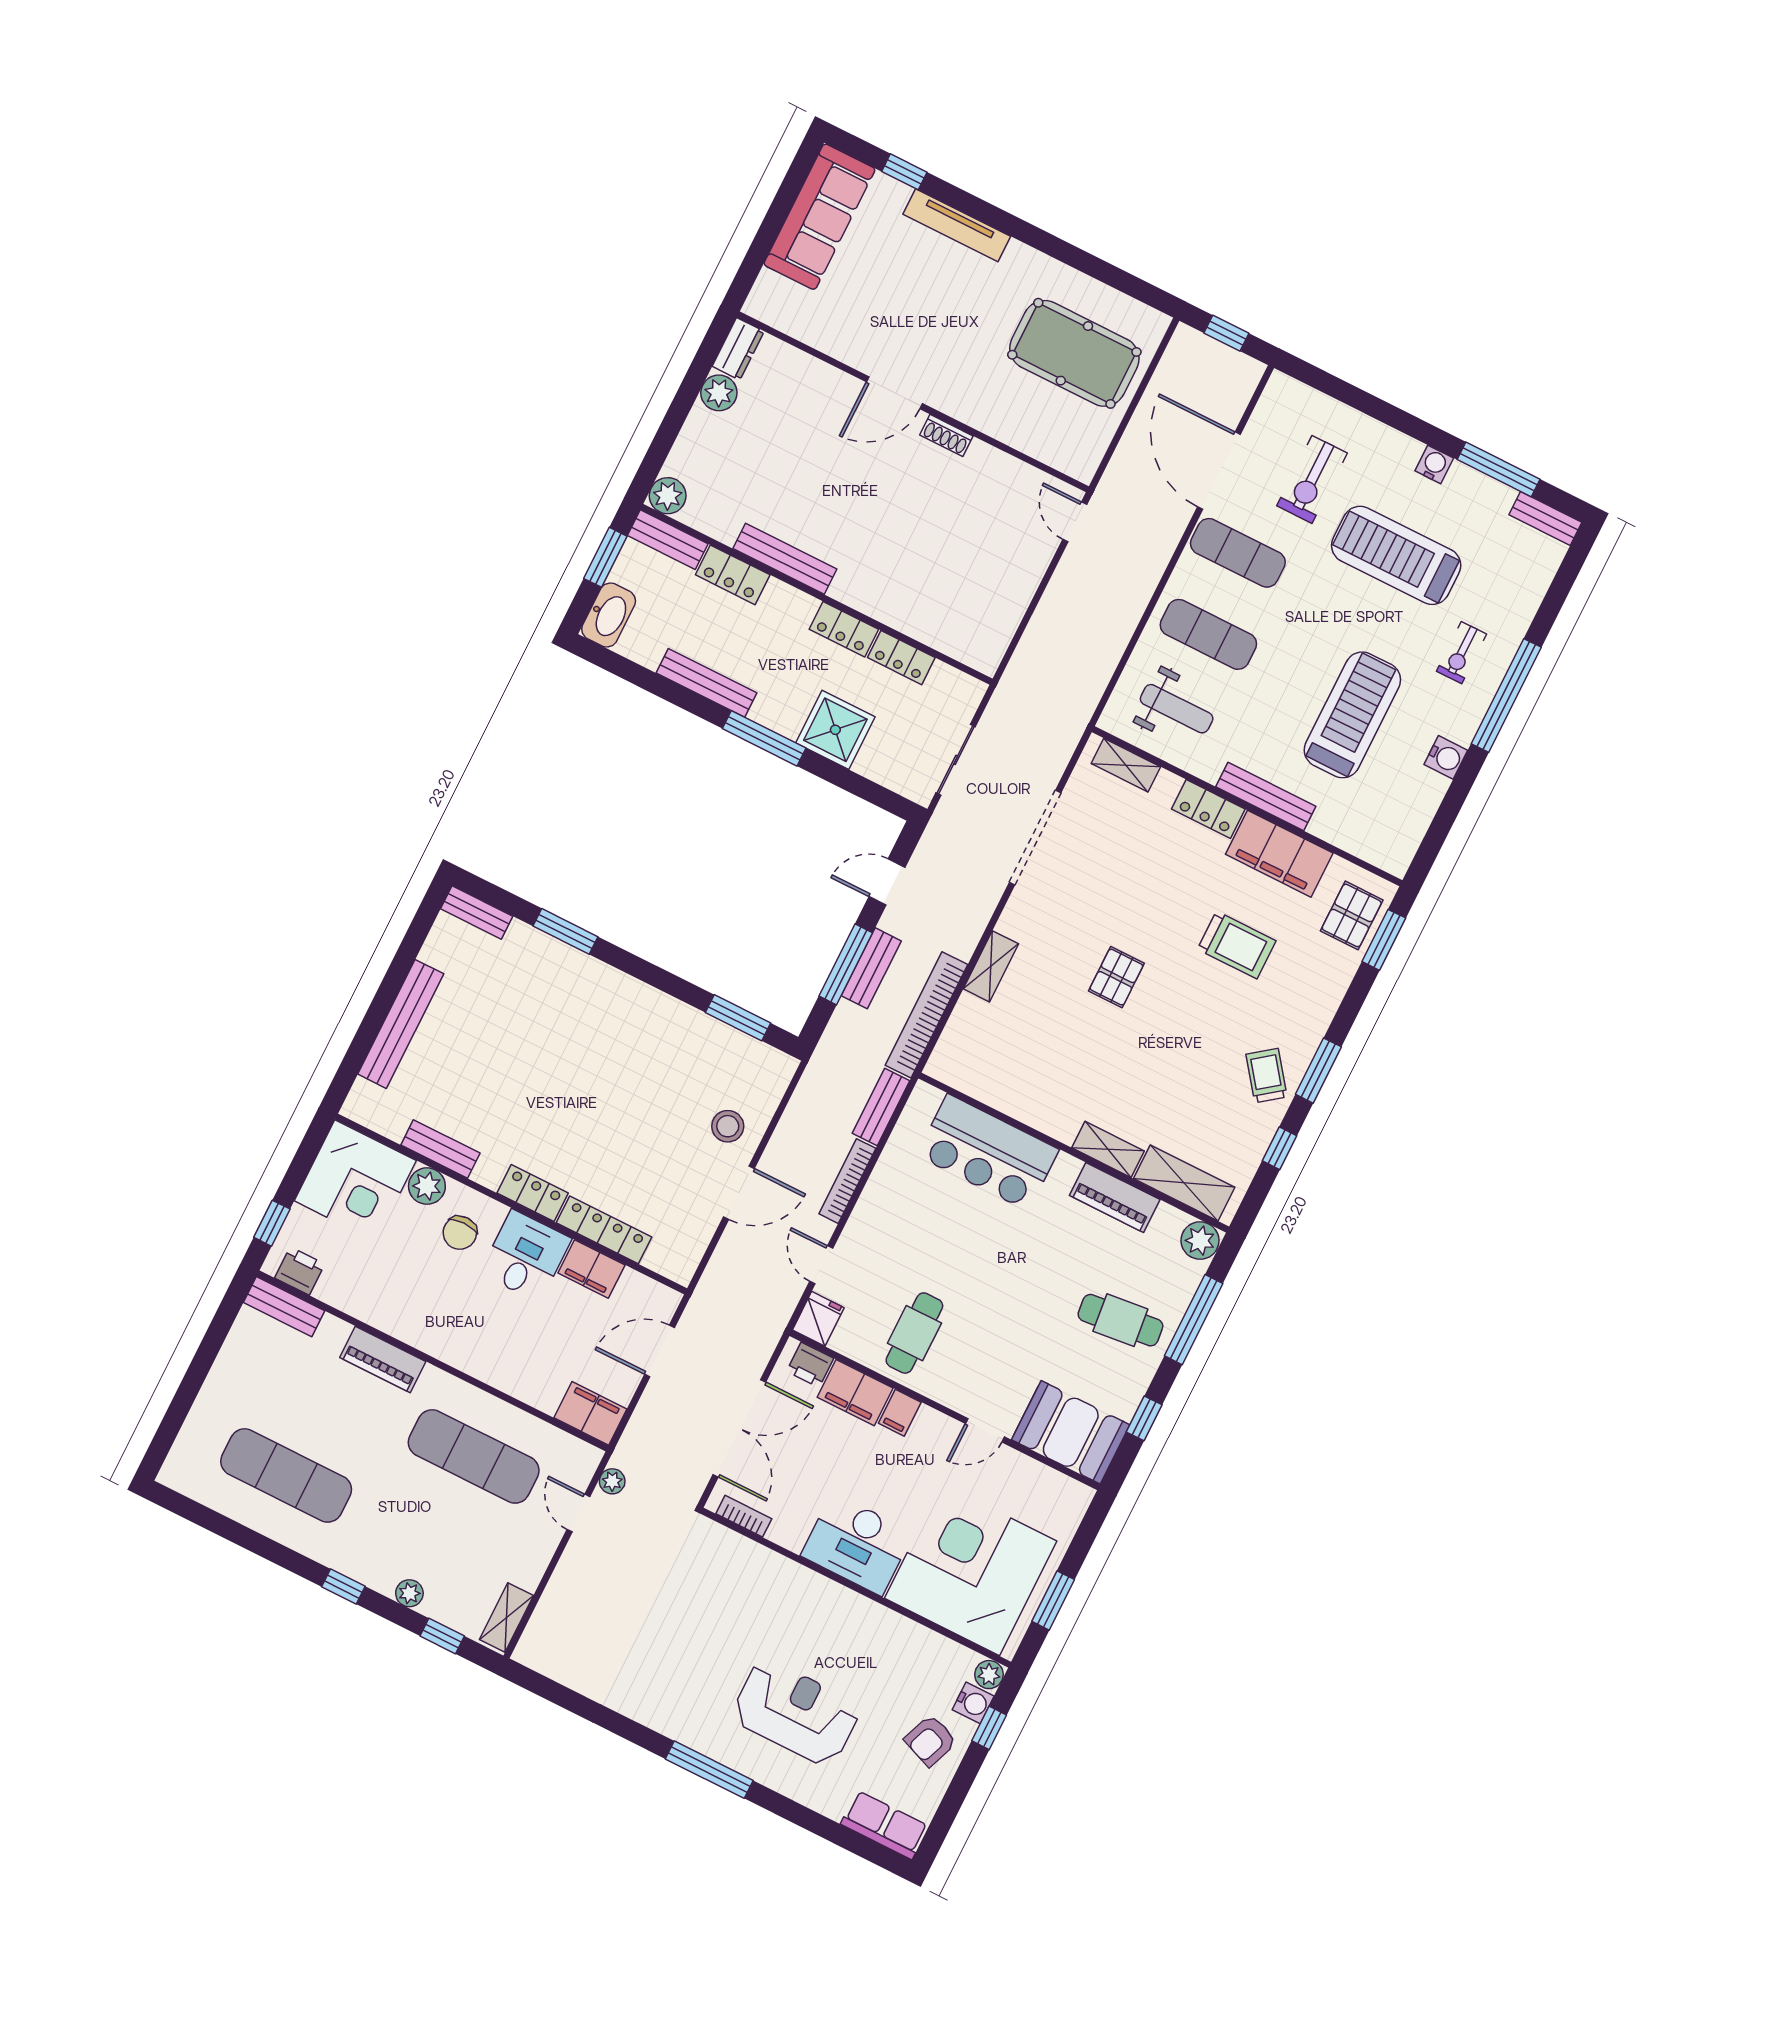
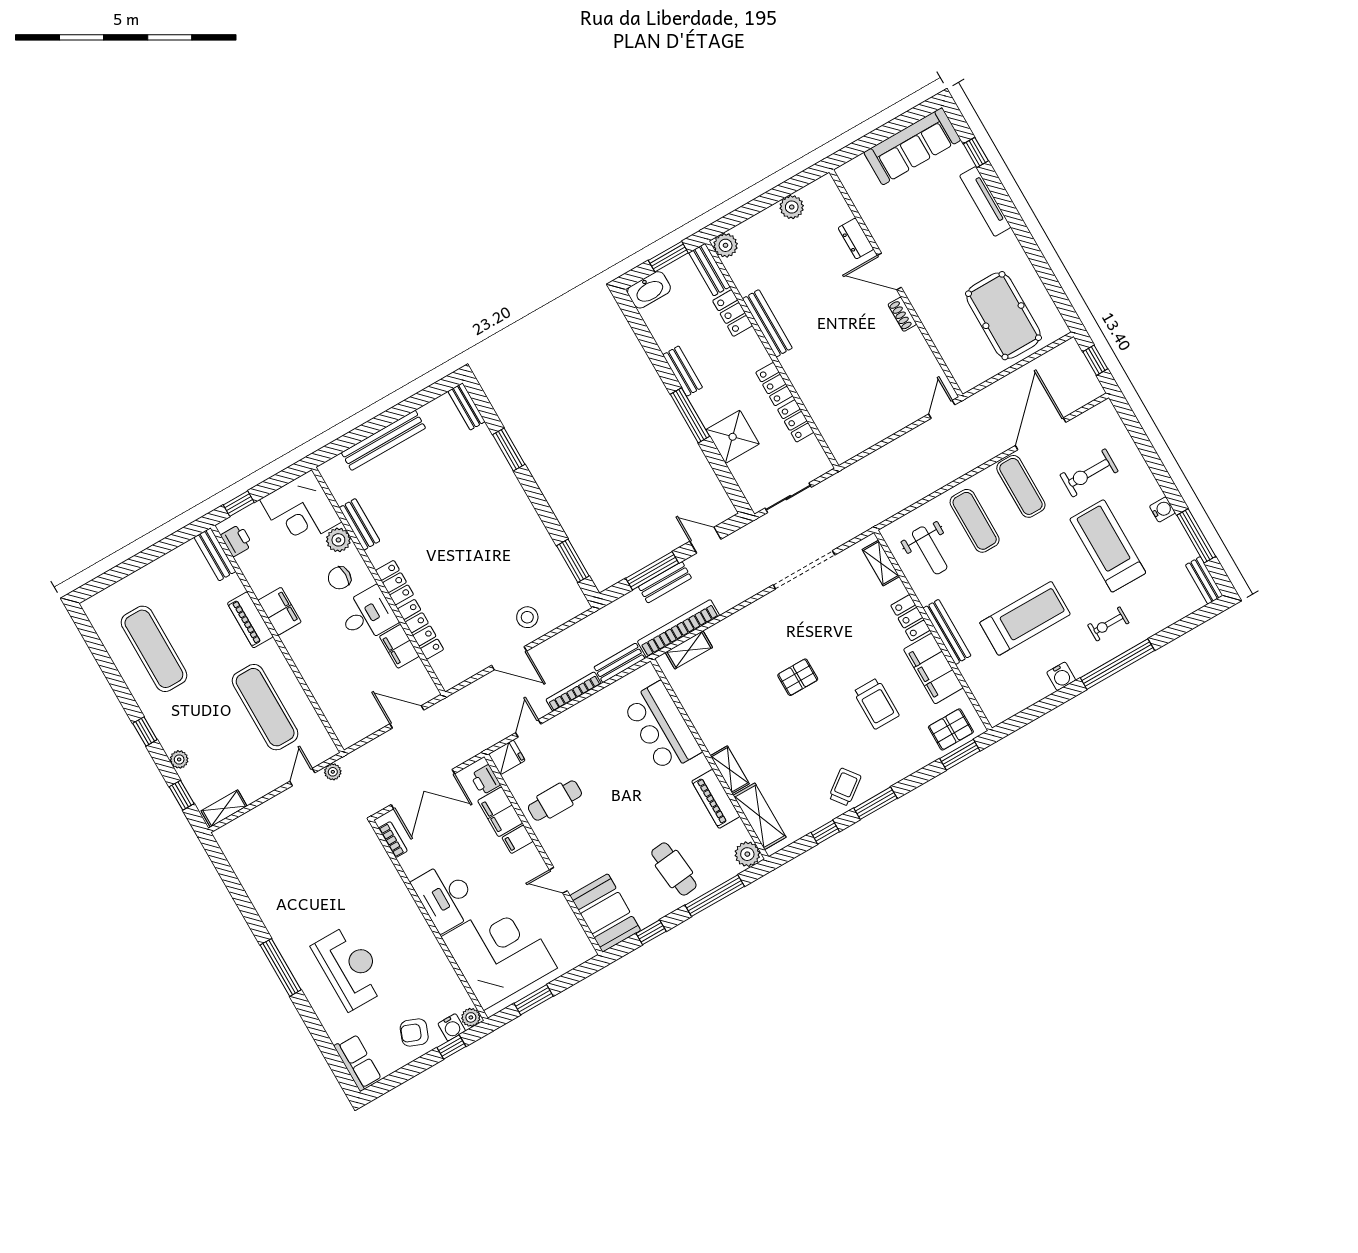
dresser: (738, 349) -> (856, 238), moved, turned 90
bench: (706, 683) -> (683, 371), width x0.73
shelving: (991, 966) -> (689, 650), moved
filing cabinet: (590, 1413) -> (280, 611), moved

